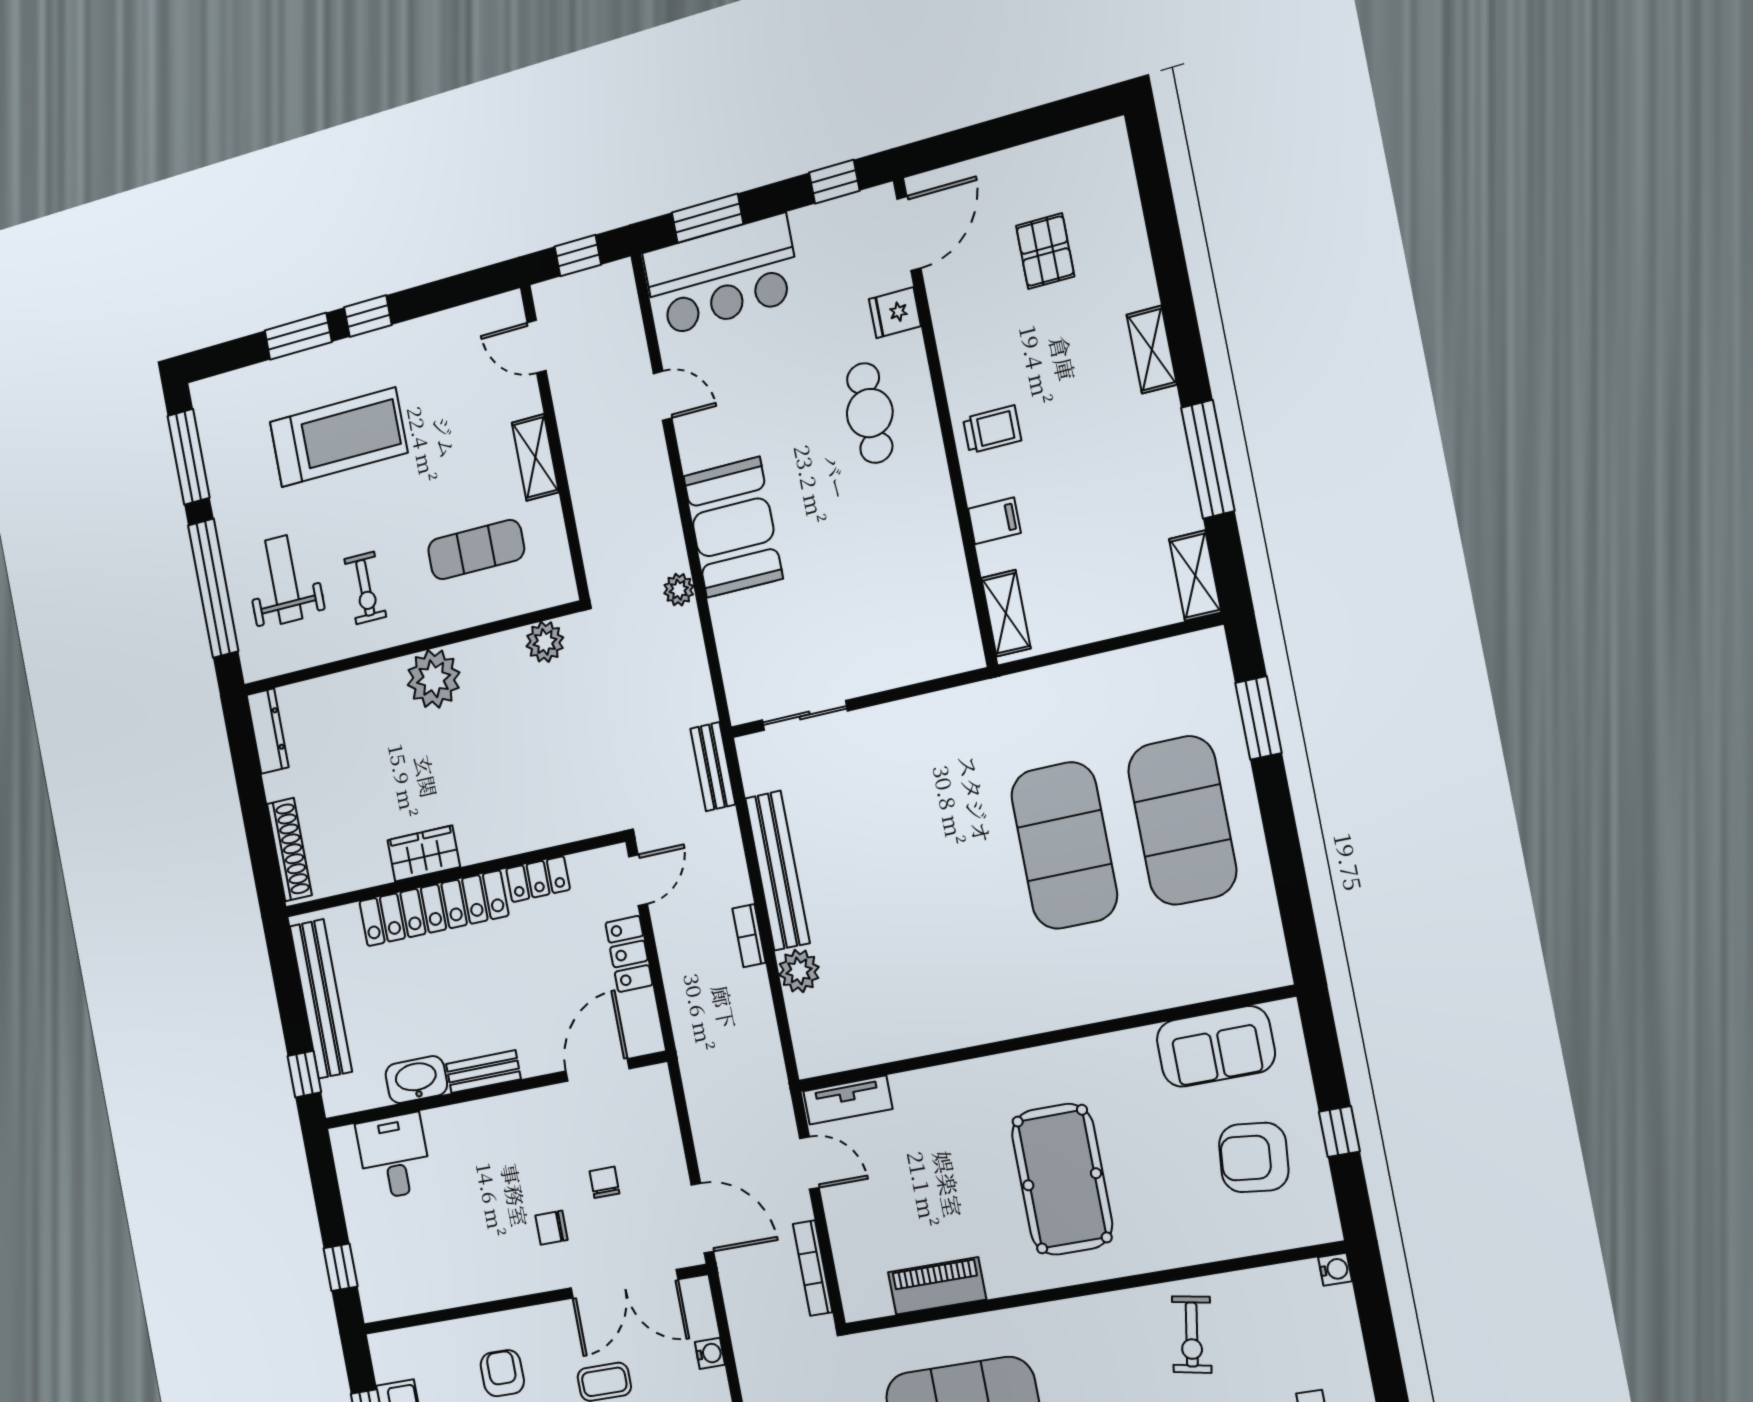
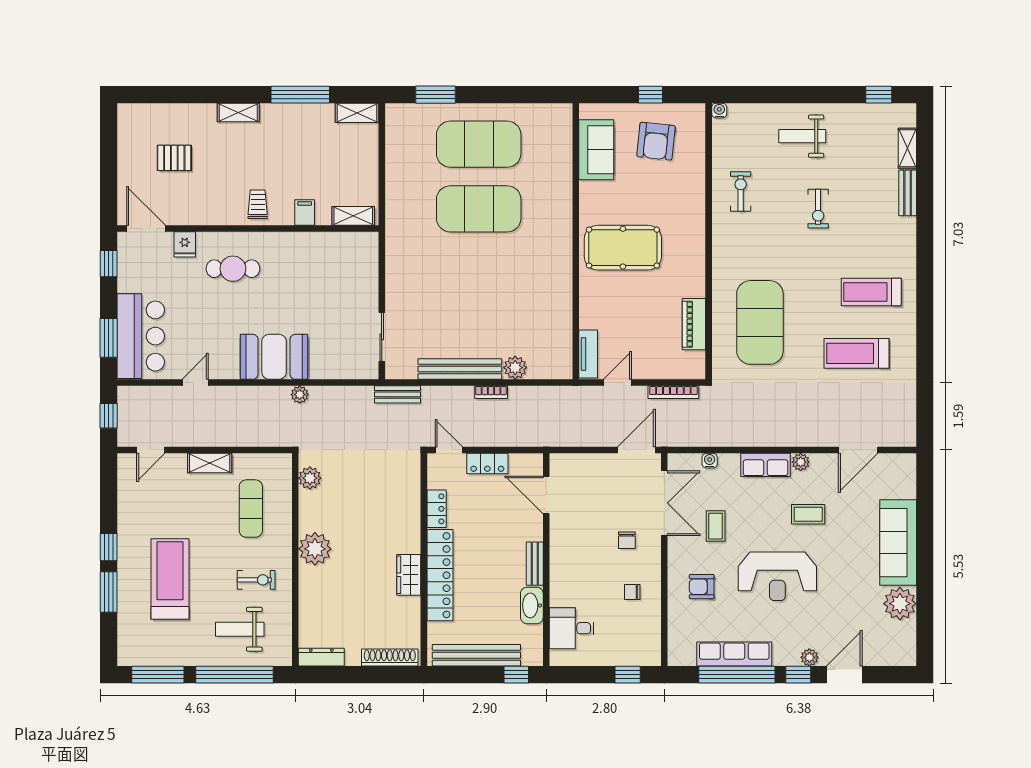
pool table: (1062, 1179) -> (623, 248), moved
chair: (604, 1182) -> (632, 592), moved
exercise bike: (1192, 1335) -> (741, 192), turned -100

